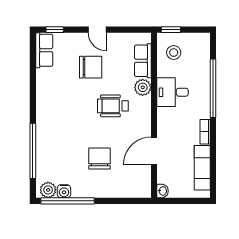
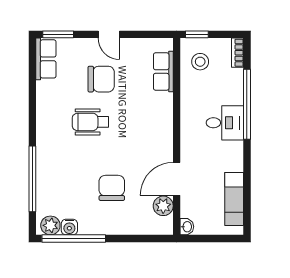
window: (55, 30) -> (58, 34), width x1.50
plant: (143, 87) -> (163, 206), moved
desk: (173, 92) -> (225, 123), moved, turned 180
wheelchair: (113, 106) -> (91, 122), moved
bookcase: (205, 132) -> (238, 53), moved

